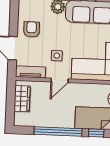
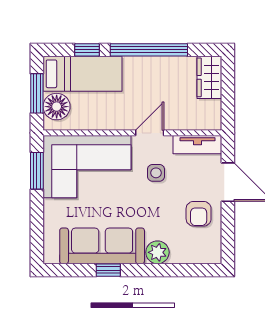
wardrobe: (22, 99) -> (209, 77), moved

